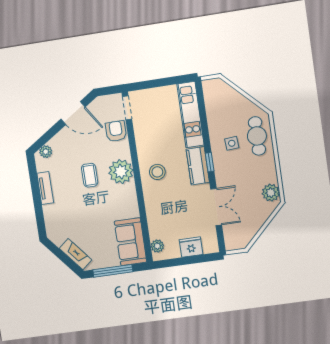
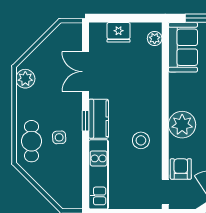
armchair: (116, 131) -> (181, 169), turned 180
stool: (157, 172) -> (141, 140), moved

